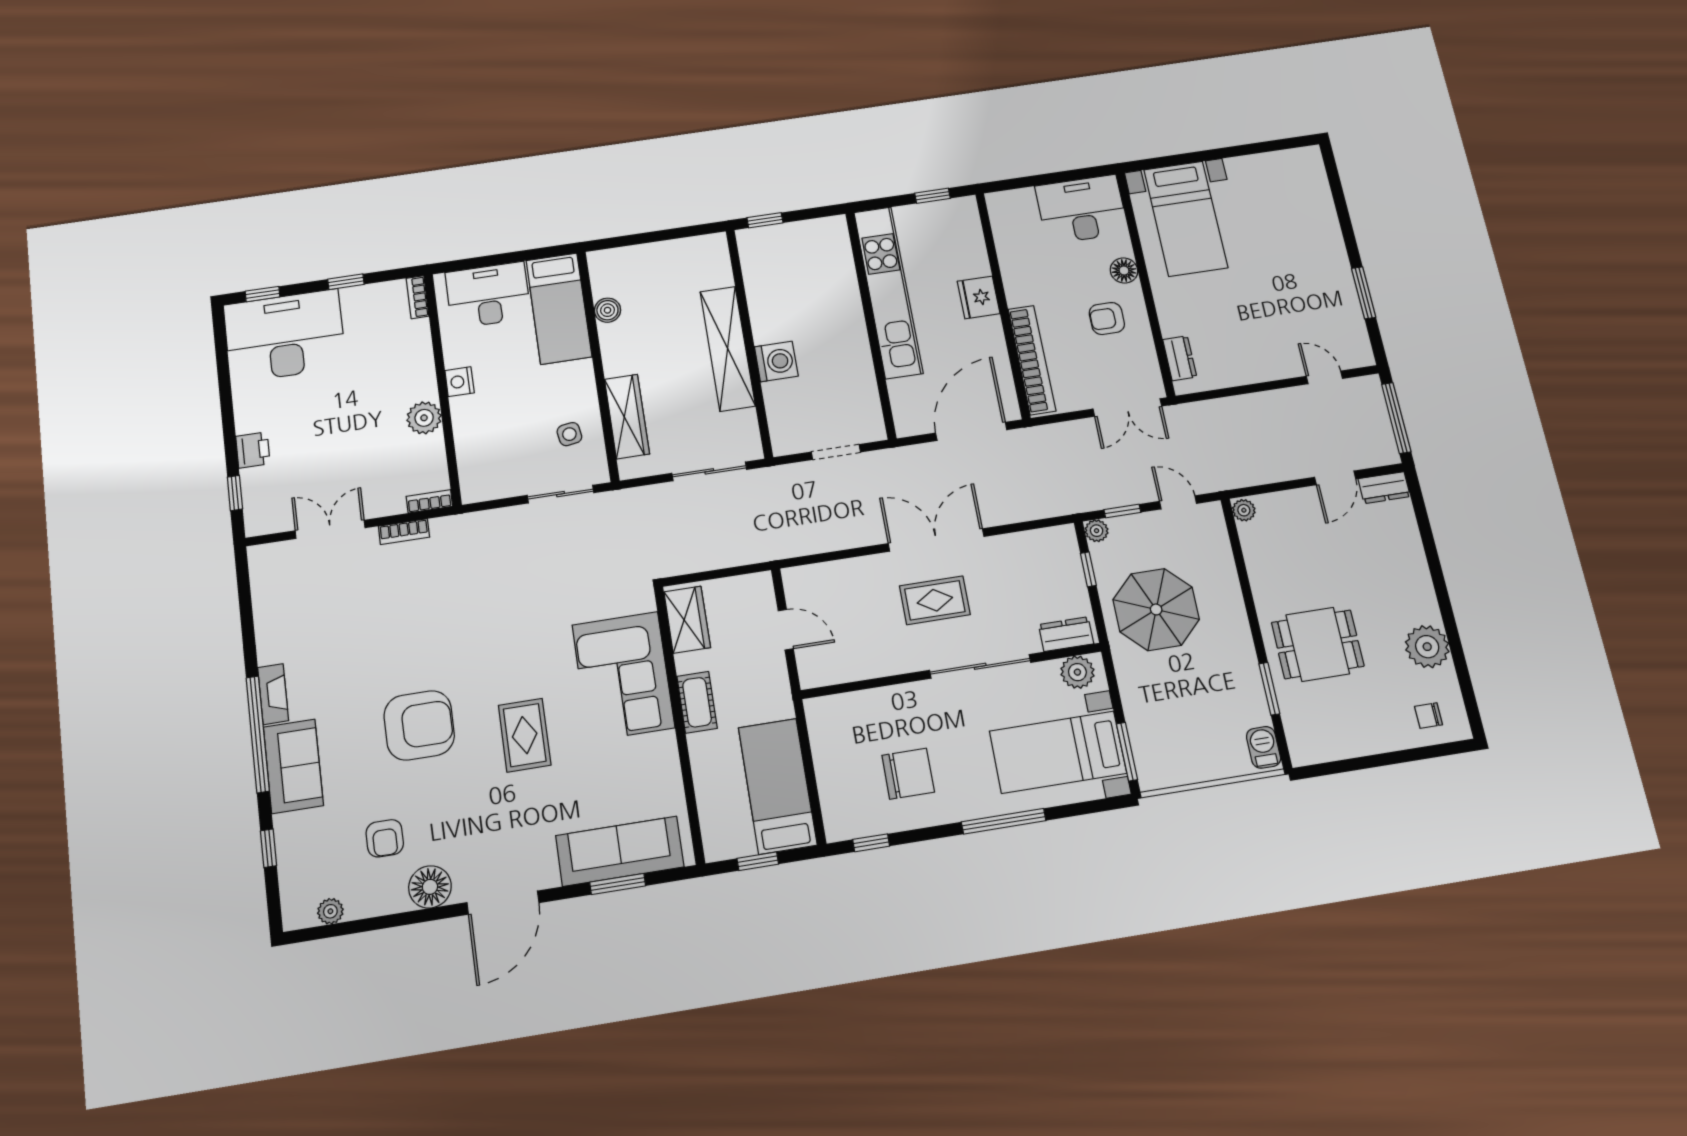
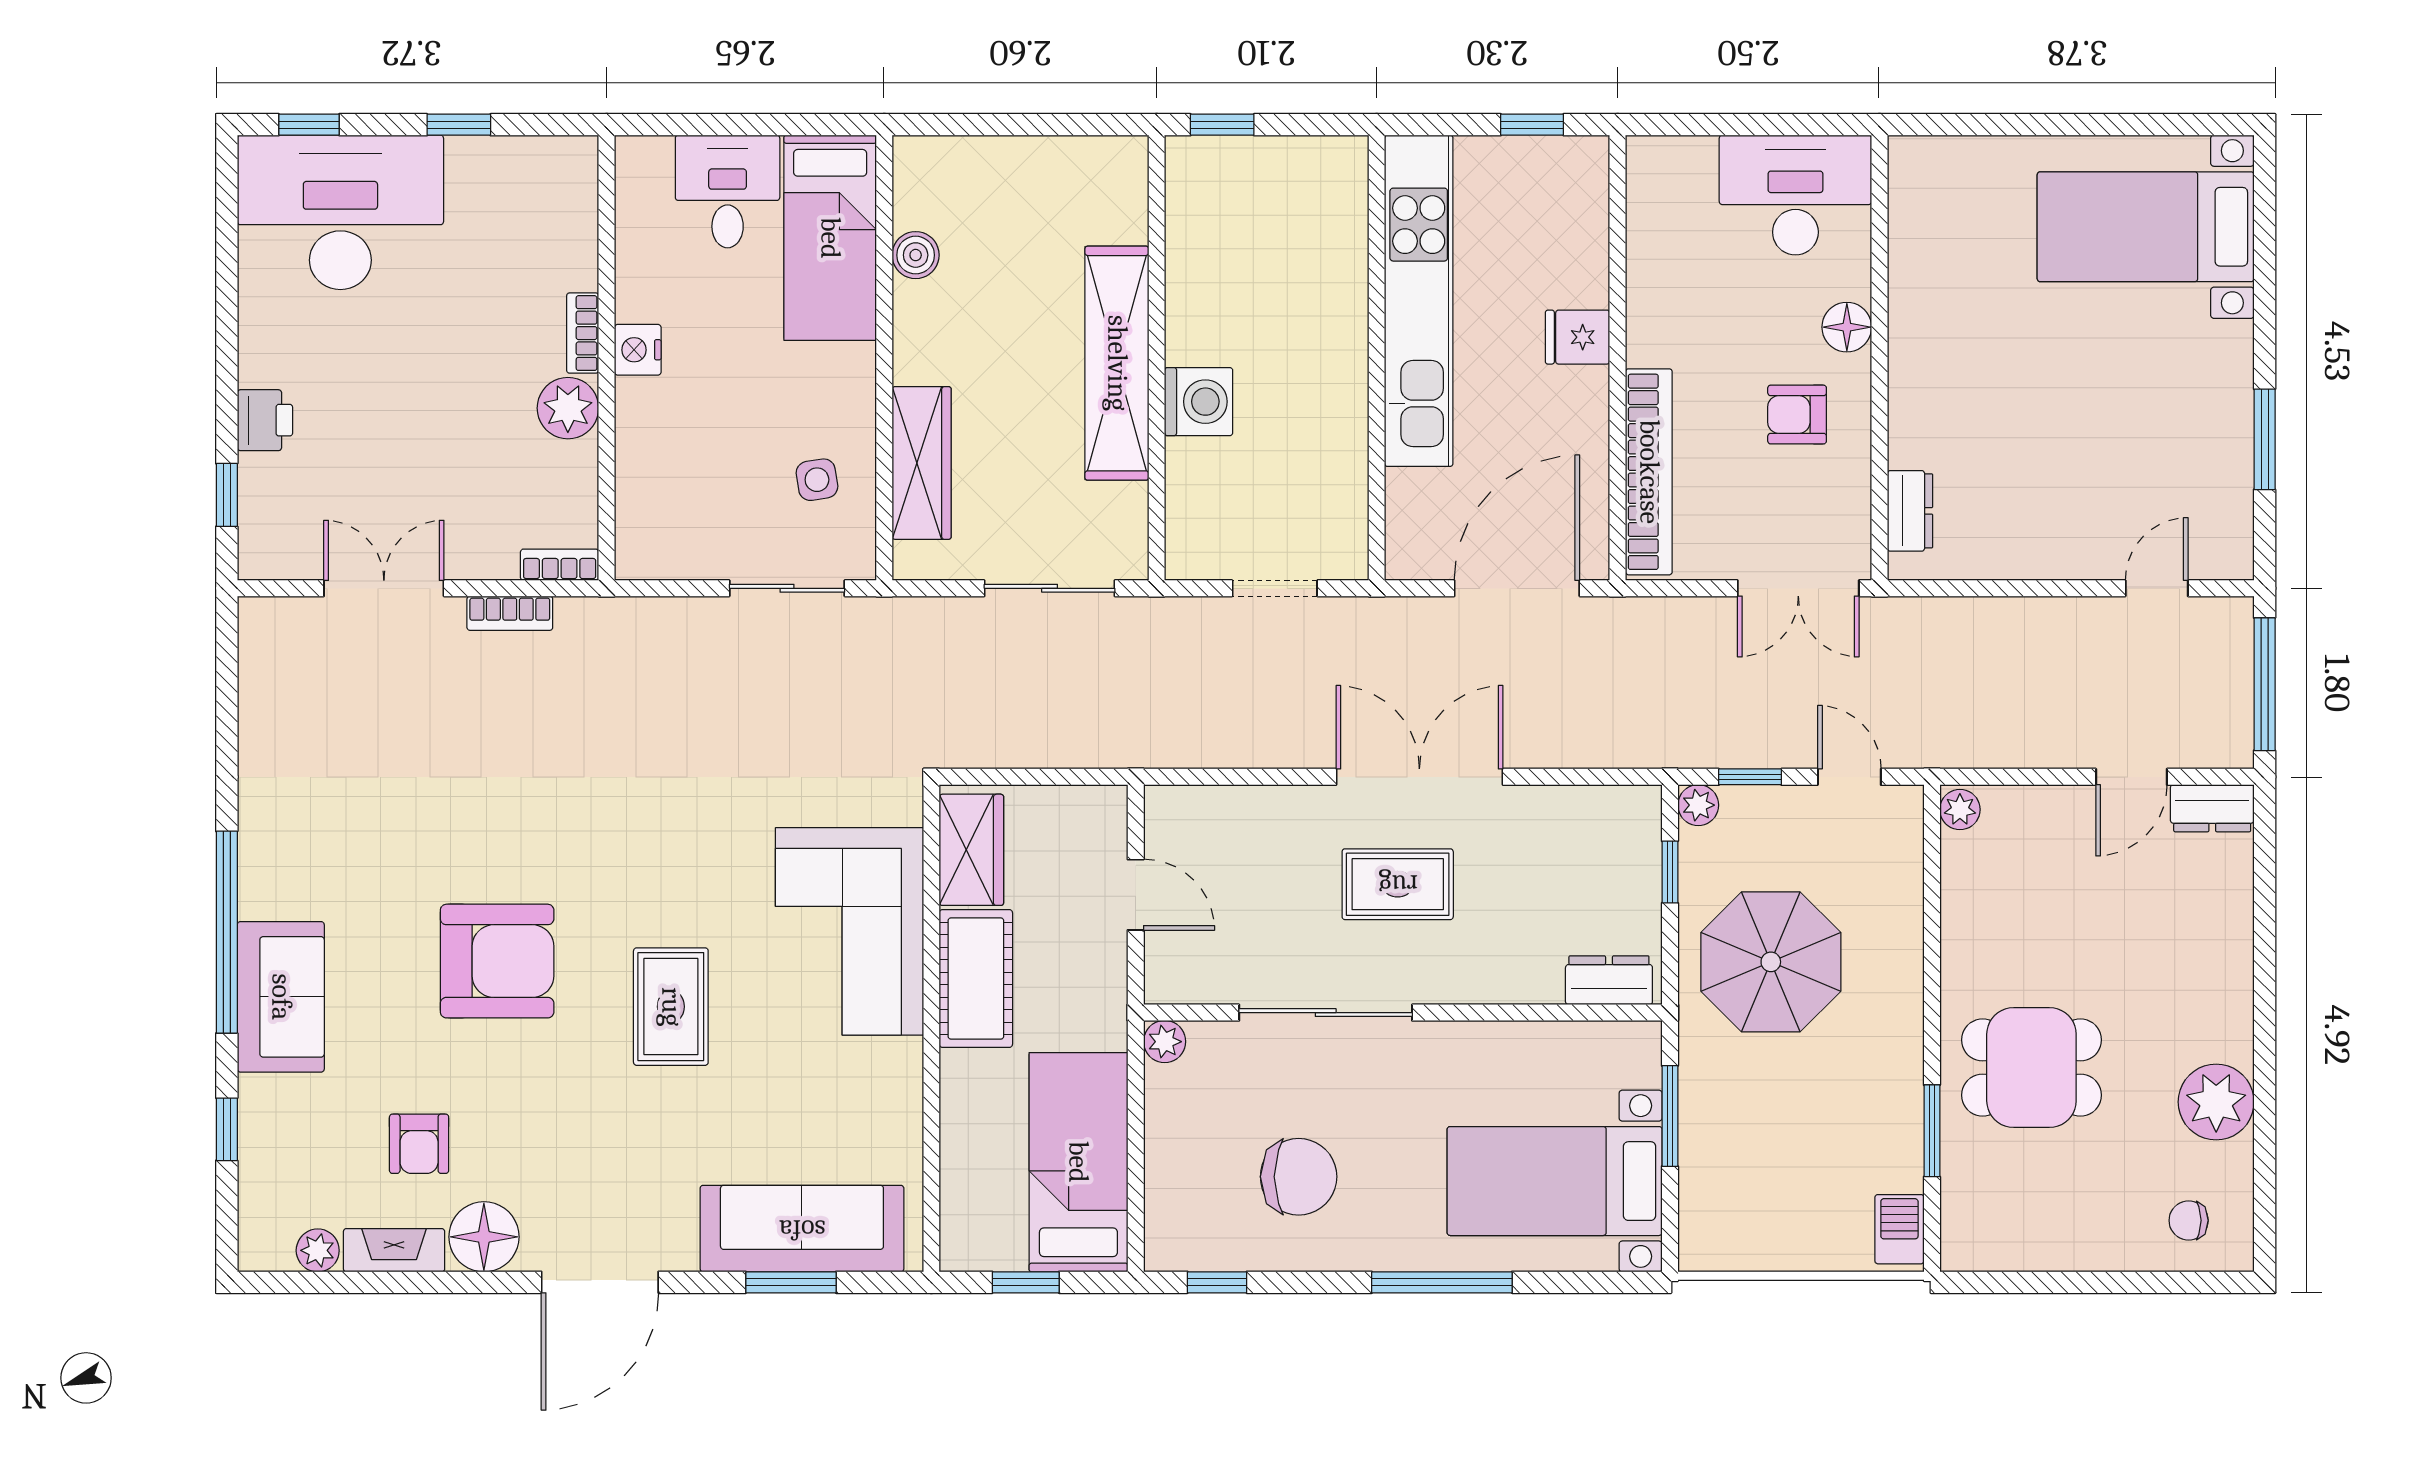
bed with nightstands: (1186, 219) -> (2146, 227), moved, turned 90
desk: (488, 295) -> (728, 191), width x0.73
bookcase: (418, 297) -> (583, 333), moved
fridge: (979, 297) -> (1578, 337), width x0.72
door: (1324, 377) -> (2157, 588), hinge flipped
sliding door: (980, 666) -> (1326, 1013), moved
plant: (1077, 672) -> (1165, 1042), moved, width x0.73, depth x0.73
fireplace: (273, 694) -> (394, 1250), moved, turned -90
cot: (697, 702) -> (976, 979), width x1.37, depth x1.34
window: (1127, 752) -> (1670, 1116), moved

